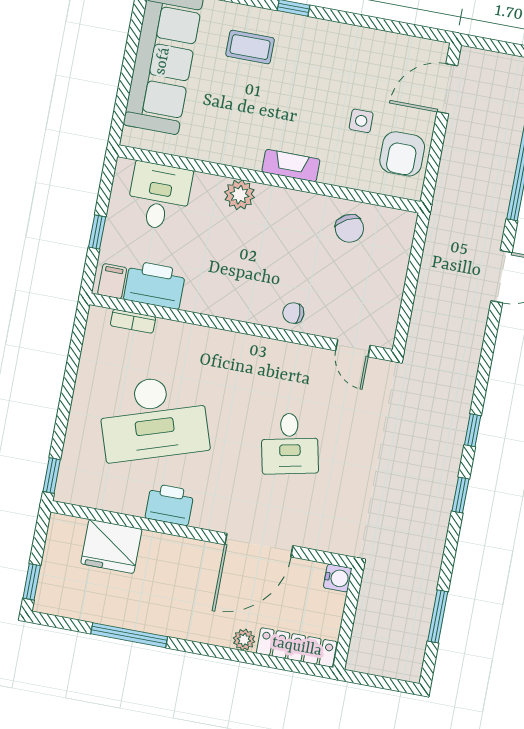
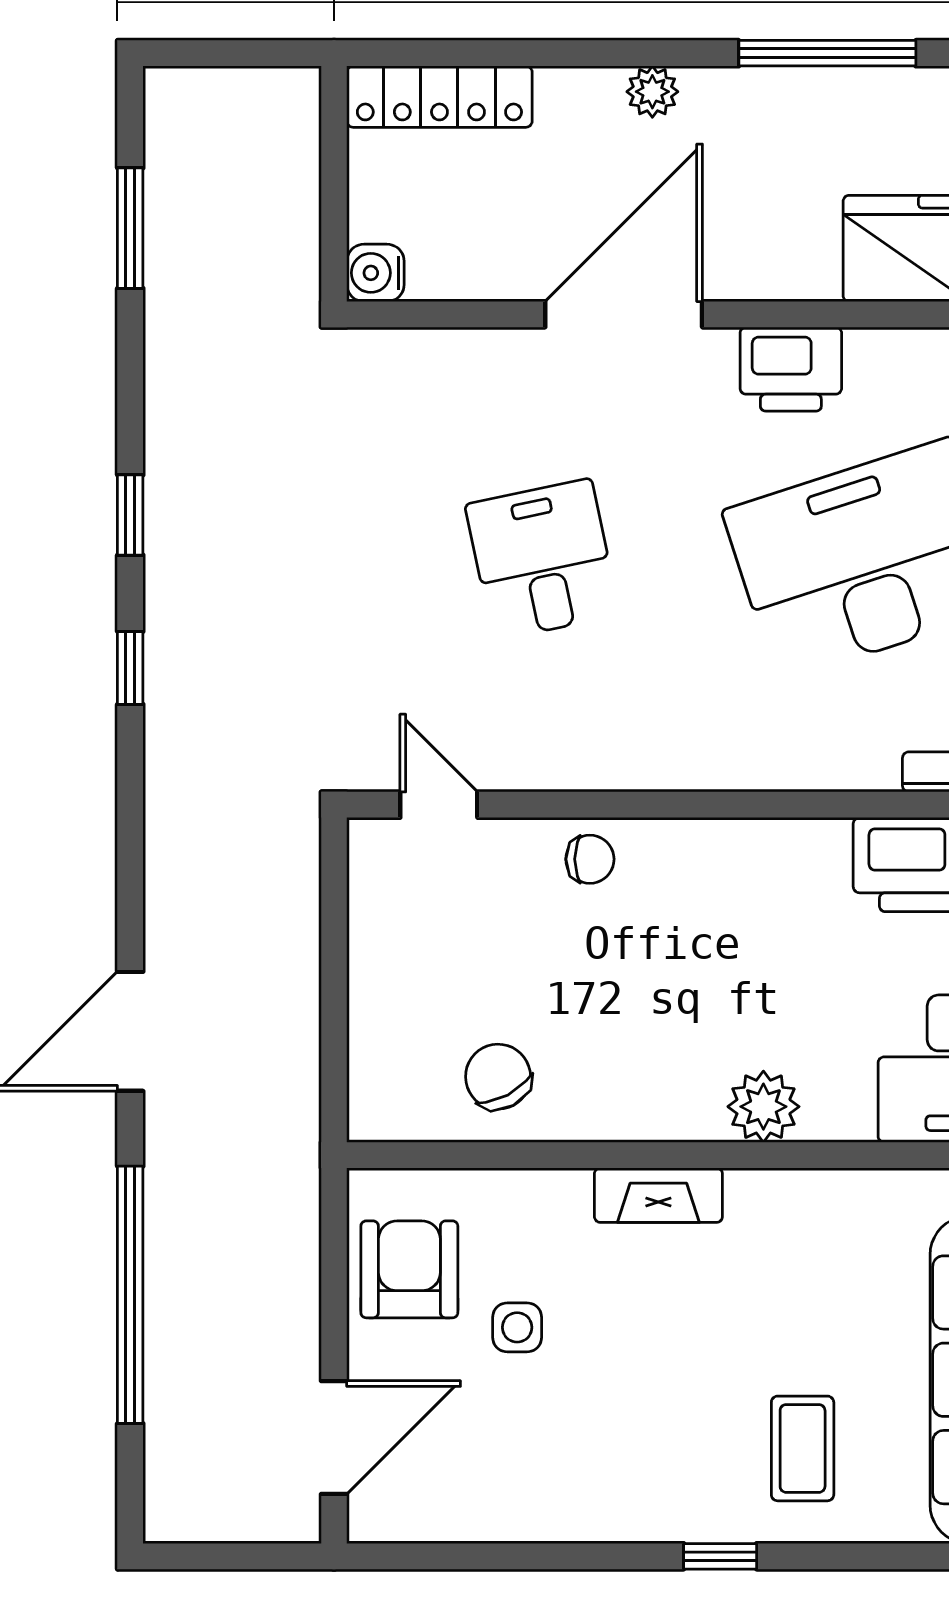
coffee table: (250, 47) -> (803, 1448), turned 90
door: (259, 545) -> (624, 314), moved
plant: (244, 640) -> (652, 92), moved

